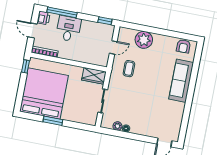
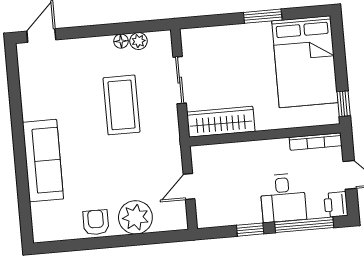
window: (105, 21) -> (250, 230), moved
armchair: (183, 46) -> (96, 222), moved
coffee table: (129, 69) -> (122, 105), moved, width x1.86, depth x1.72
wardrobe: (94, 76) -> (221, 122), width x1.50
bed: (44, 93) -> (305, 62), width x0.73

